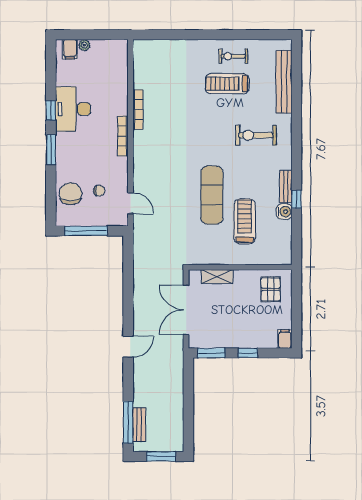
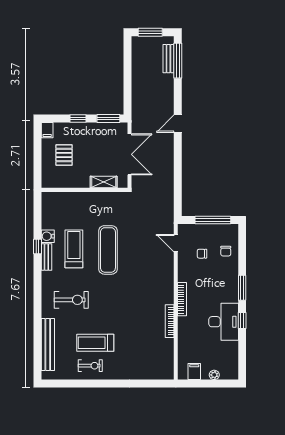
filing cabinet: (70, 49) -> (194, 372), moved
treadmill: (227, 84) -> (95, 343), turned 180
chair: (71, 194) -> (226, 251), width x0.54, depth x0.54
treadmill: (245, 221) -> (74, 249), moved, turned 180
pallet: (271, 289) -> (64, 155), moved

